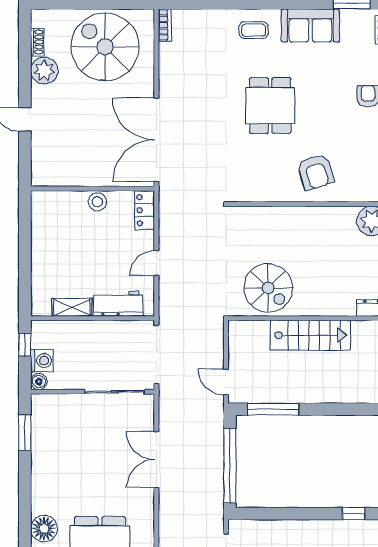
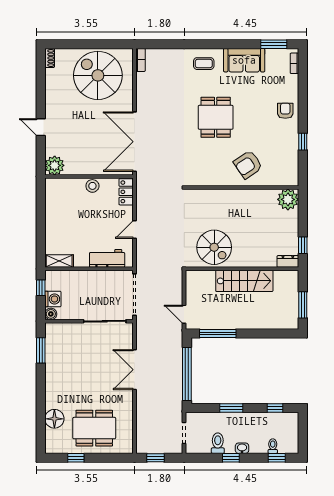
shoe rack: (37, 42) -> (50, 58), moved
plant: (44, 71) -> (55, 165), moved
armchair: (316, 172) -> (248, 165), turned 73
shelving: (72, 307) -> (59, 261), moved
window: (292, 514) -> (231, 408), added

